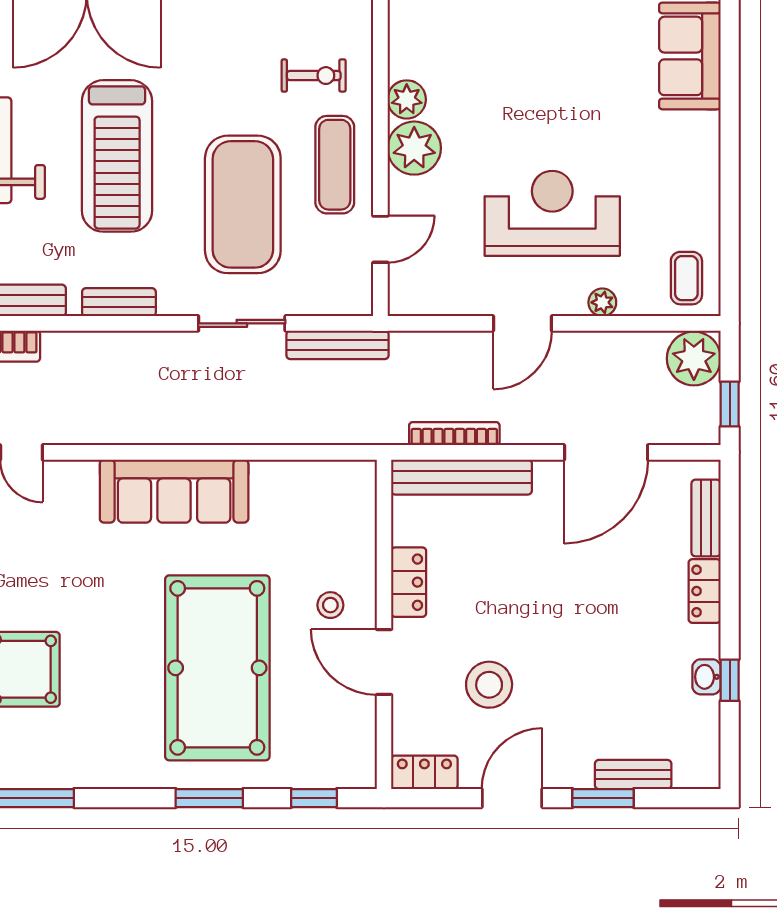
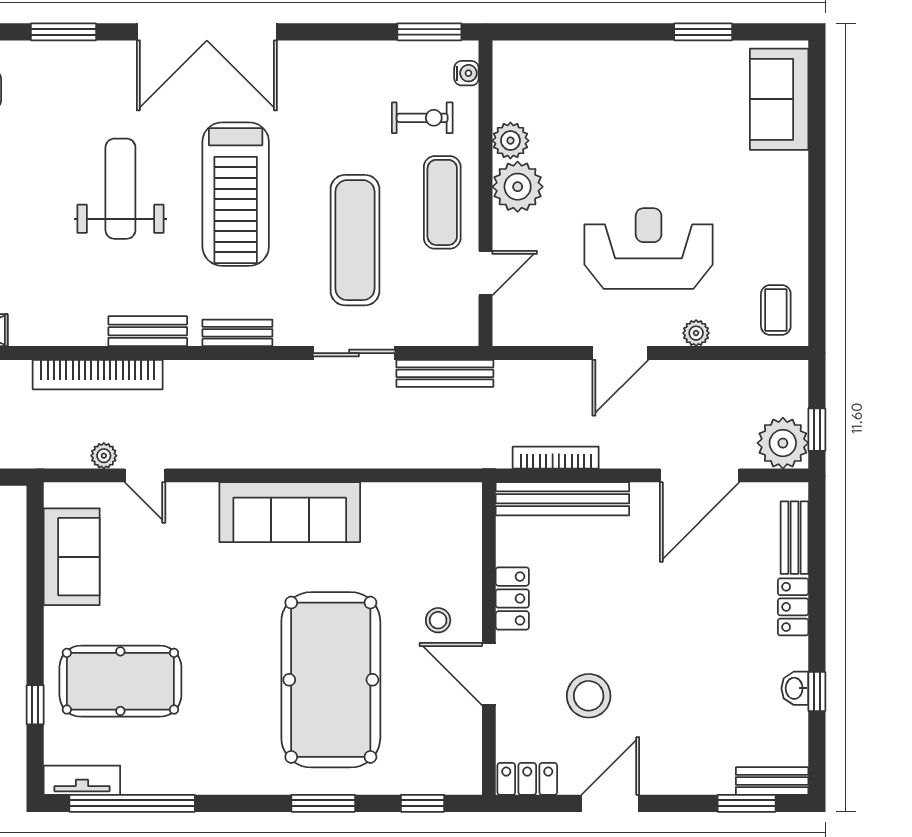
water cooler: (360, 28) -> (466, 73), added
exercise mat: (243, 204) -> (355, 240), width x0.68
plant: (694, 358) -> (783, 443), moved
bench: (633, 775) -> (772, 781), moved
window: (603, 798) -> (747, 803), moved

